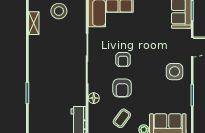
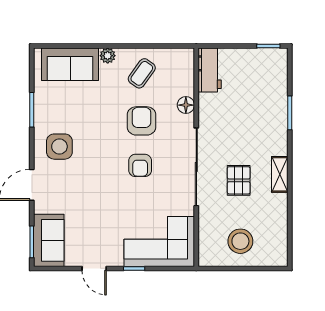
shelving: (34, 23) -> (280, 174), moved
pallet: (60, 50) -> (239, 180), added
armchair: (123, 60) -> (140, 165), turned 180

